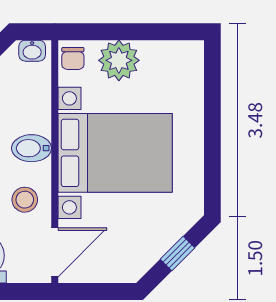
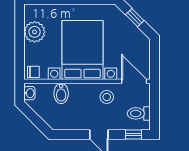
plant: (119, 60) -> (35, 32), moved
bidet: (32, 148) -> (61, 93), moved

